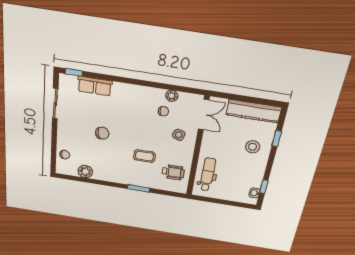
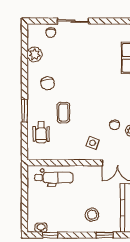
sliding door: (55, 104) -> (73, 21), moved
chair: (102, 133) -> (48, 83), moved
wheelchair: (173, 172) -> (41, 132), moved

